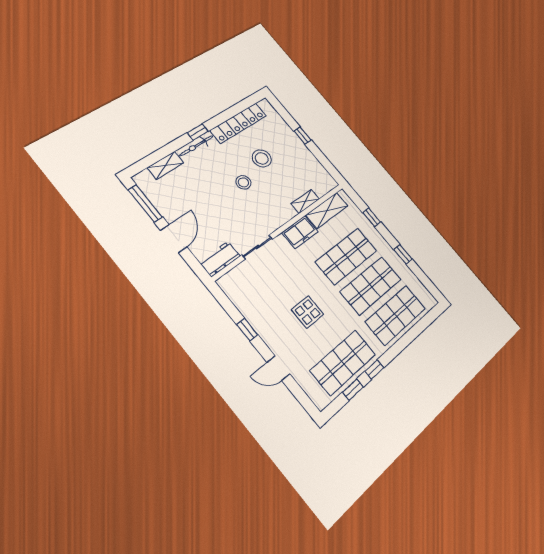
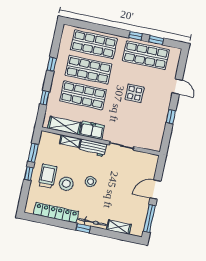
trolley: (285, 149) -> (48, 176), added
window: (321, 158) -> (33, 153), added
workbench: (220, 259) -> (93, 148), moved

